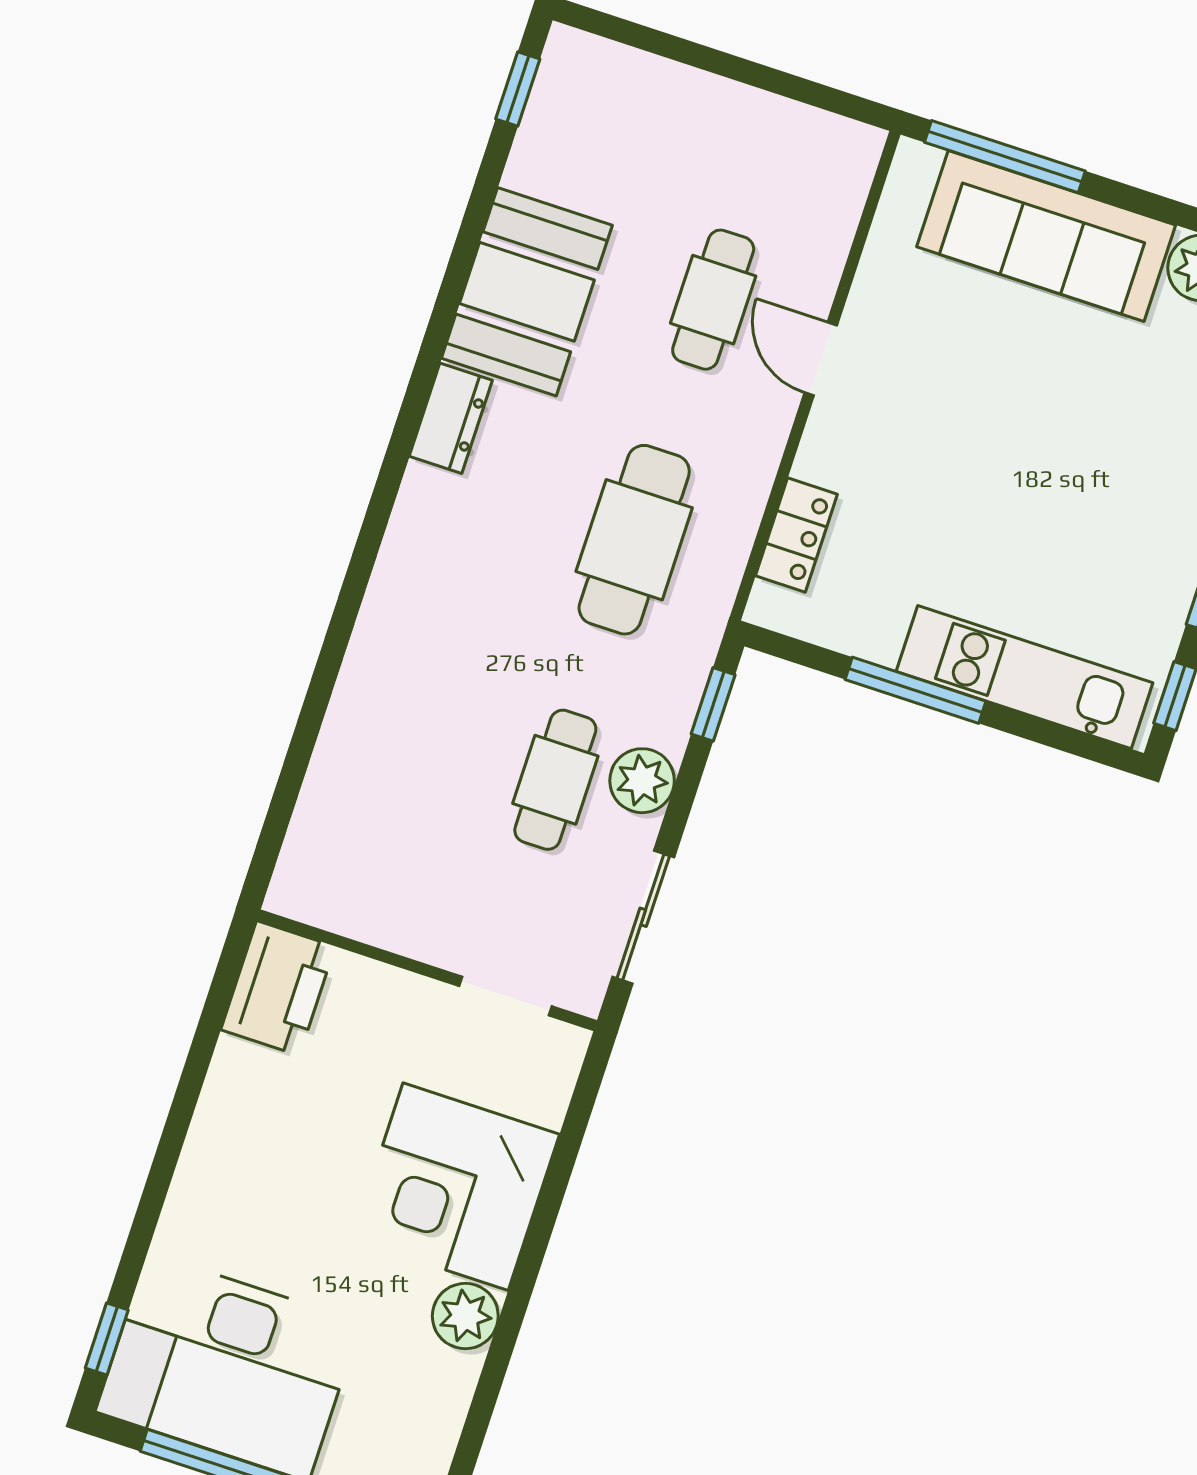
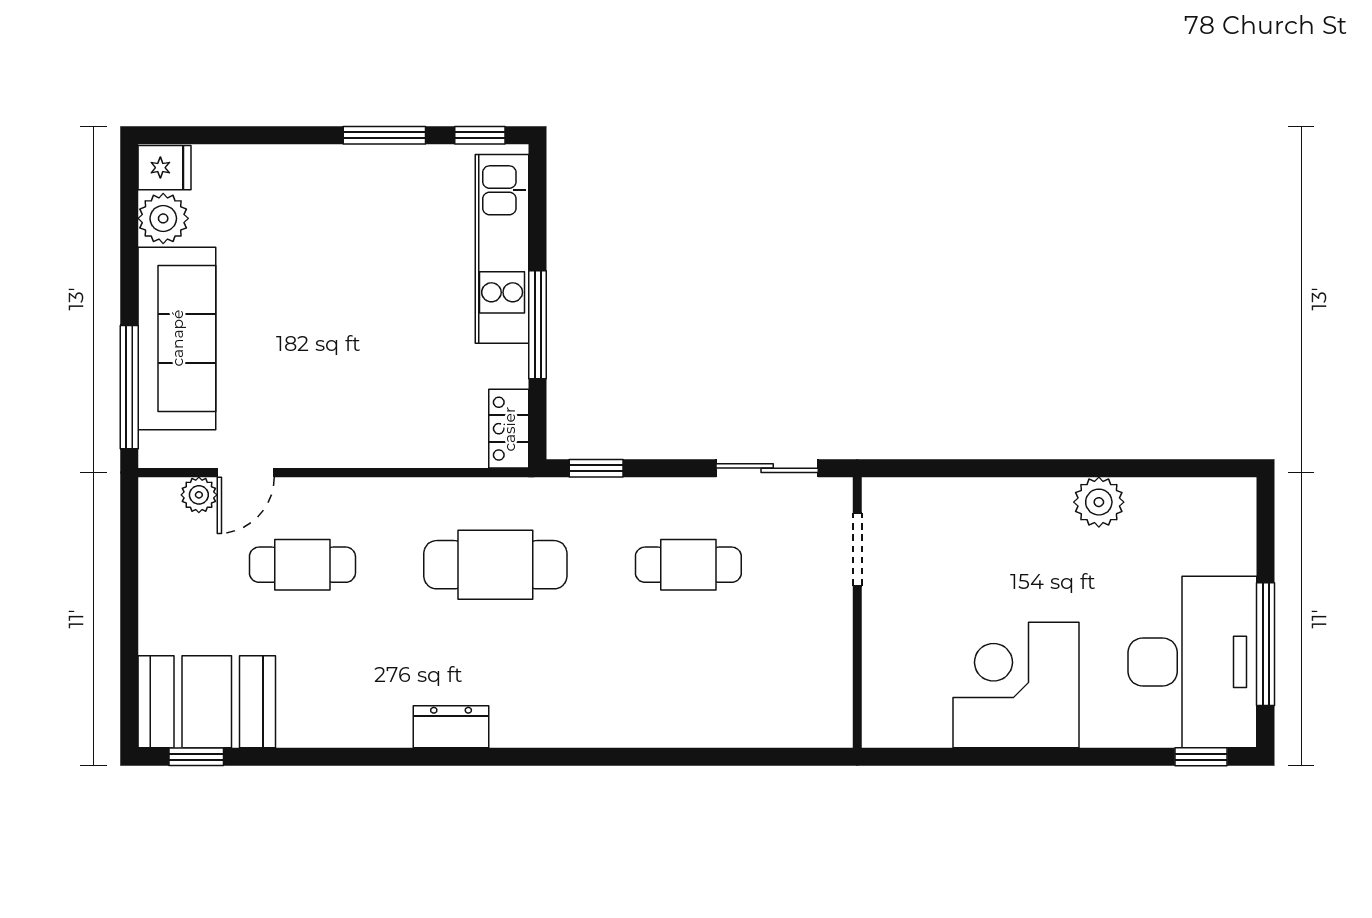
booth: (527, 292) -> (207, 702), moved
door: (821, 359) -> (246, 473), moved
locker: (796, 535) -> (509, 429), moved, turned -90
plant: (642, 781) -> (199, 495), moved, width x0.73, depth x0.73
printer: (278, 988) -> (906, 716), removed
corner desk: (456, 1187) -> (1016, 685), moved, turned 180

